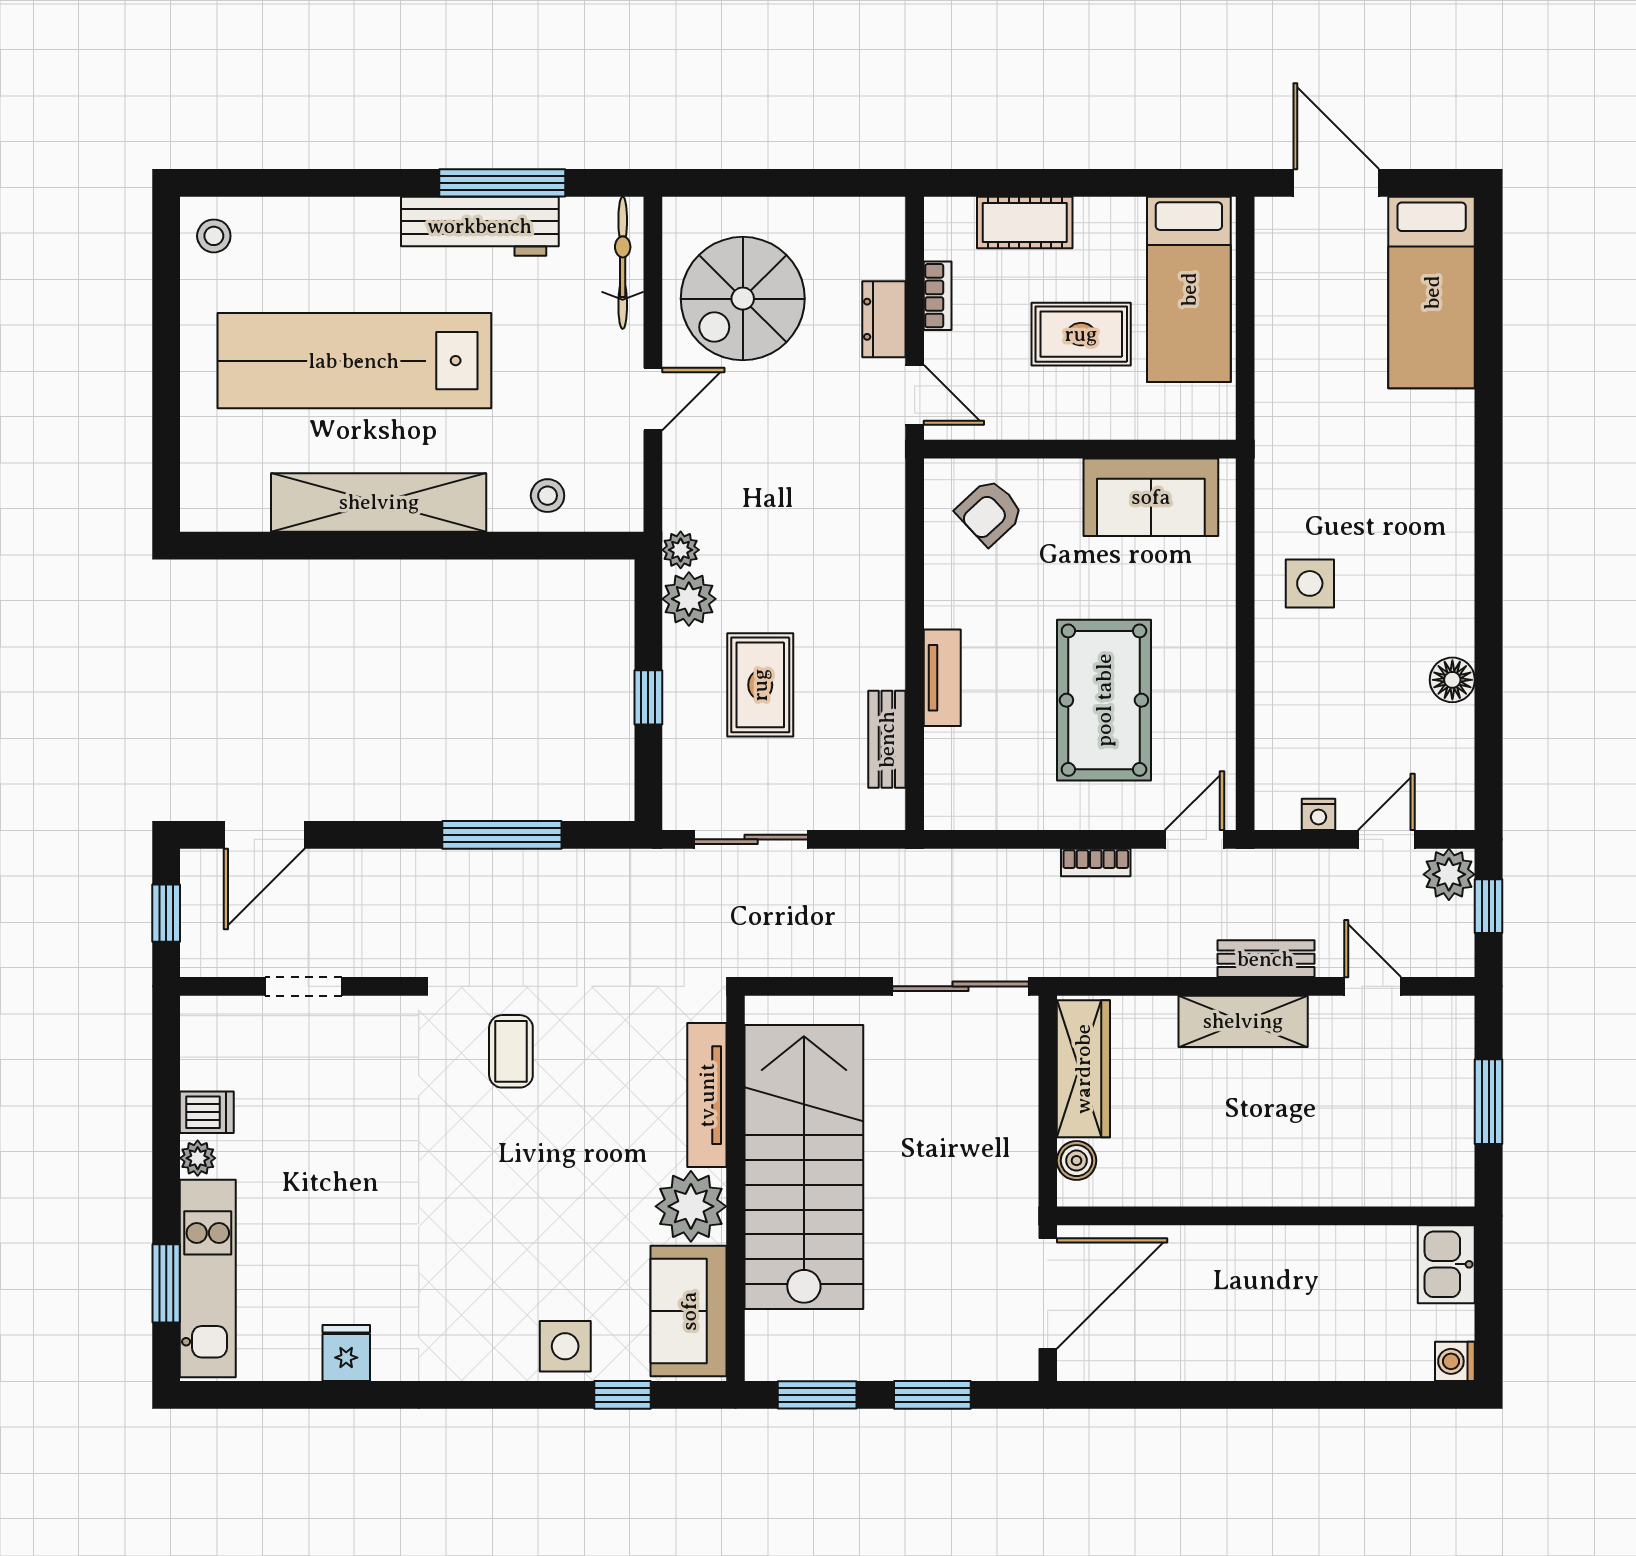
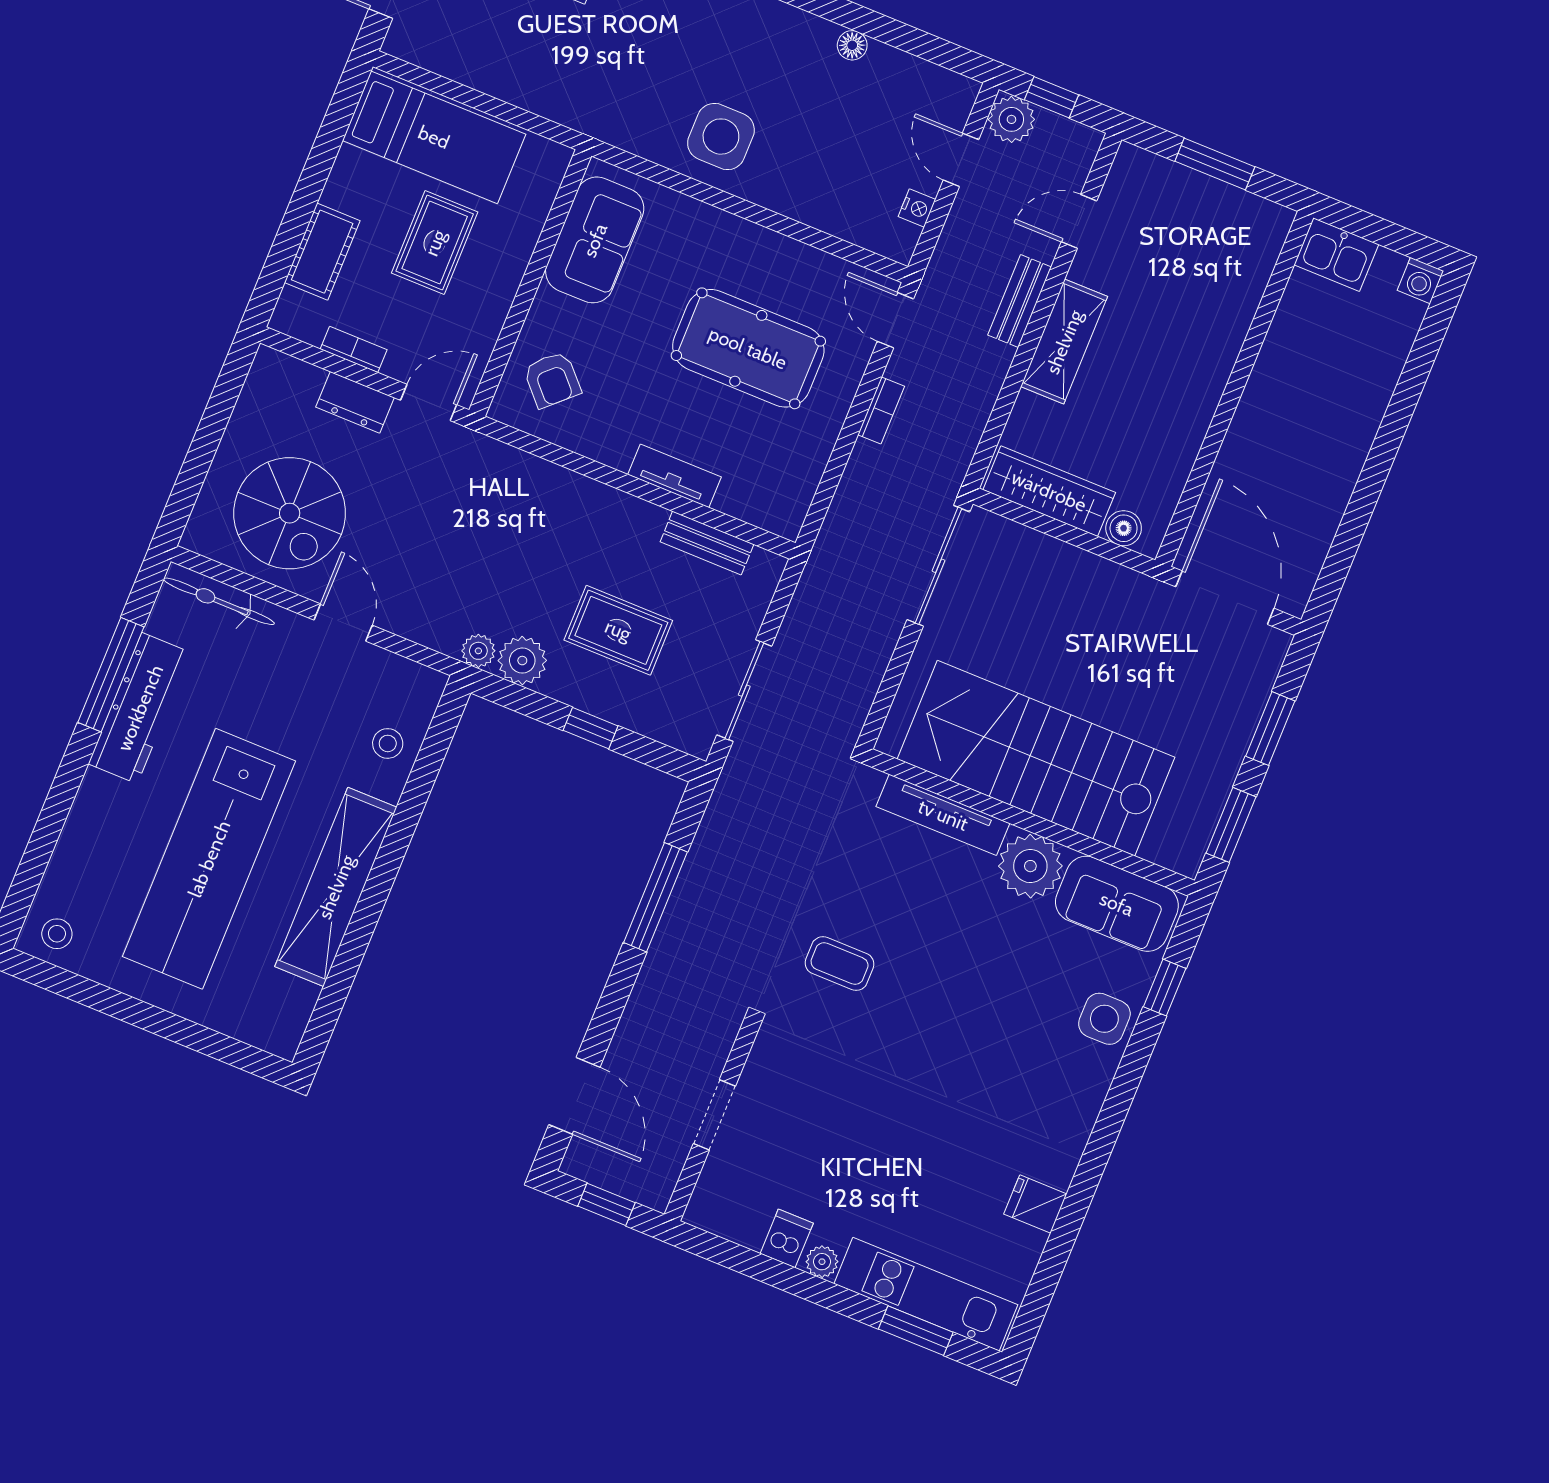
side table: (1310, 583) -> (721, 137), width x1.37, depth x1.37
floor lamp: (1452, 680) -> (852, 45), width x0.73, depth x0.73

